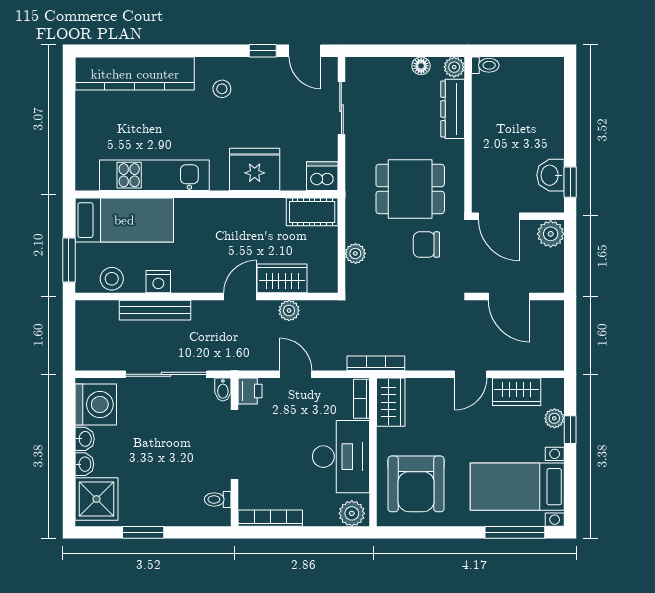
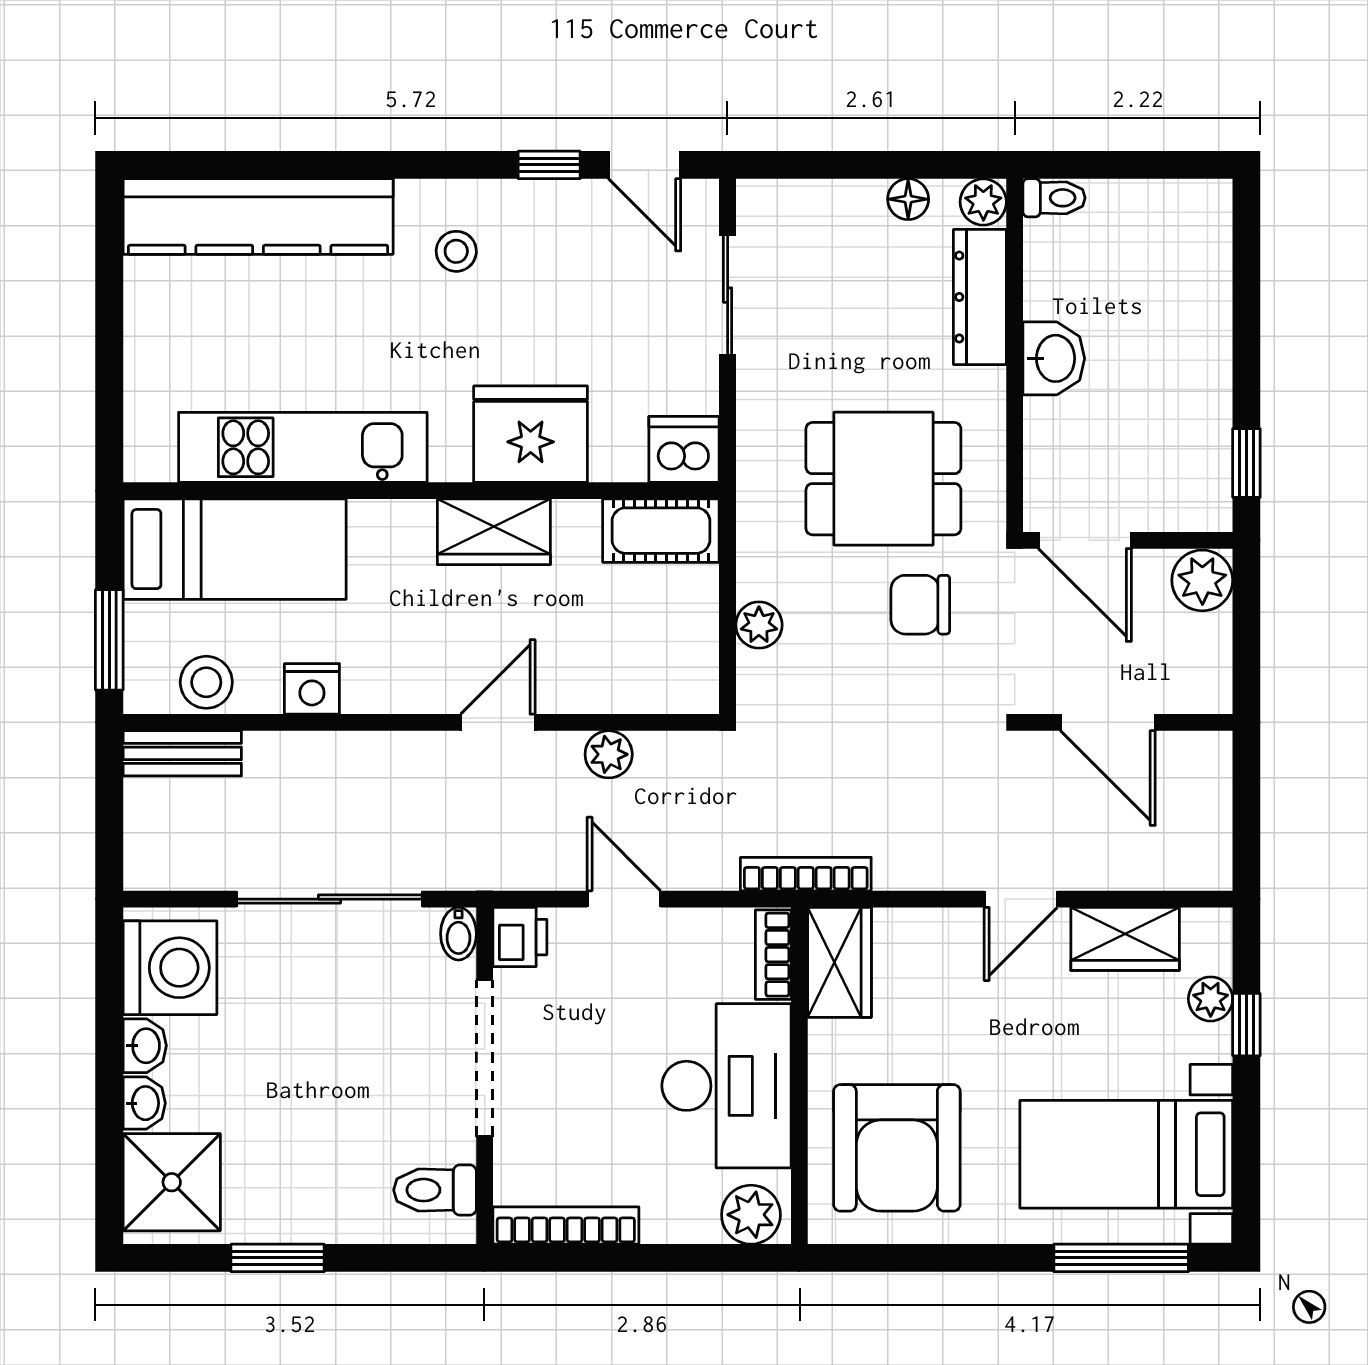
washbasin: (550, 175) -> (1054, 358), moved, turned 180
wardrobe: (282, 278) -> (494, 532), moved, turned 180
bench: (155, 310) -> (182, 753), moved, width x0.73
toilet: (218, 499) -> (435, 1190), width x1.37, depth x1.39

